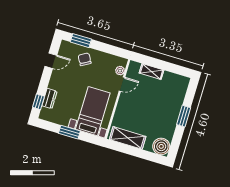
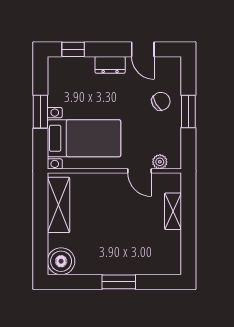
window: (81, 41) -> (188, 111), moved
dresser: (49, 99) -> (110, 65), moved

